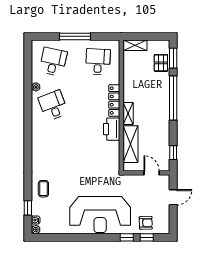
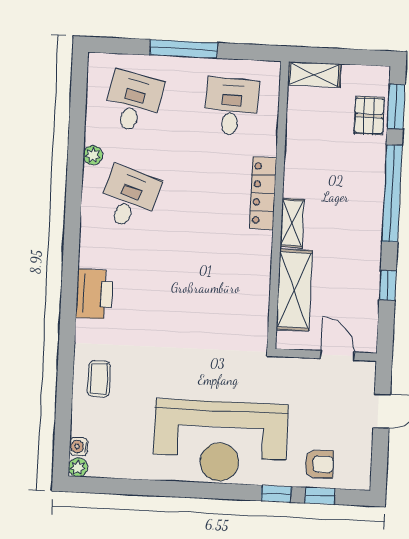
desk: (53, 106) -> (129, 198), turned 39
printer: (112, 129) -> (94, 294), moved, turned 180
window: (173, 153) -> (388, 285), moved
window: (28, 208) -> (63, 419), removed

